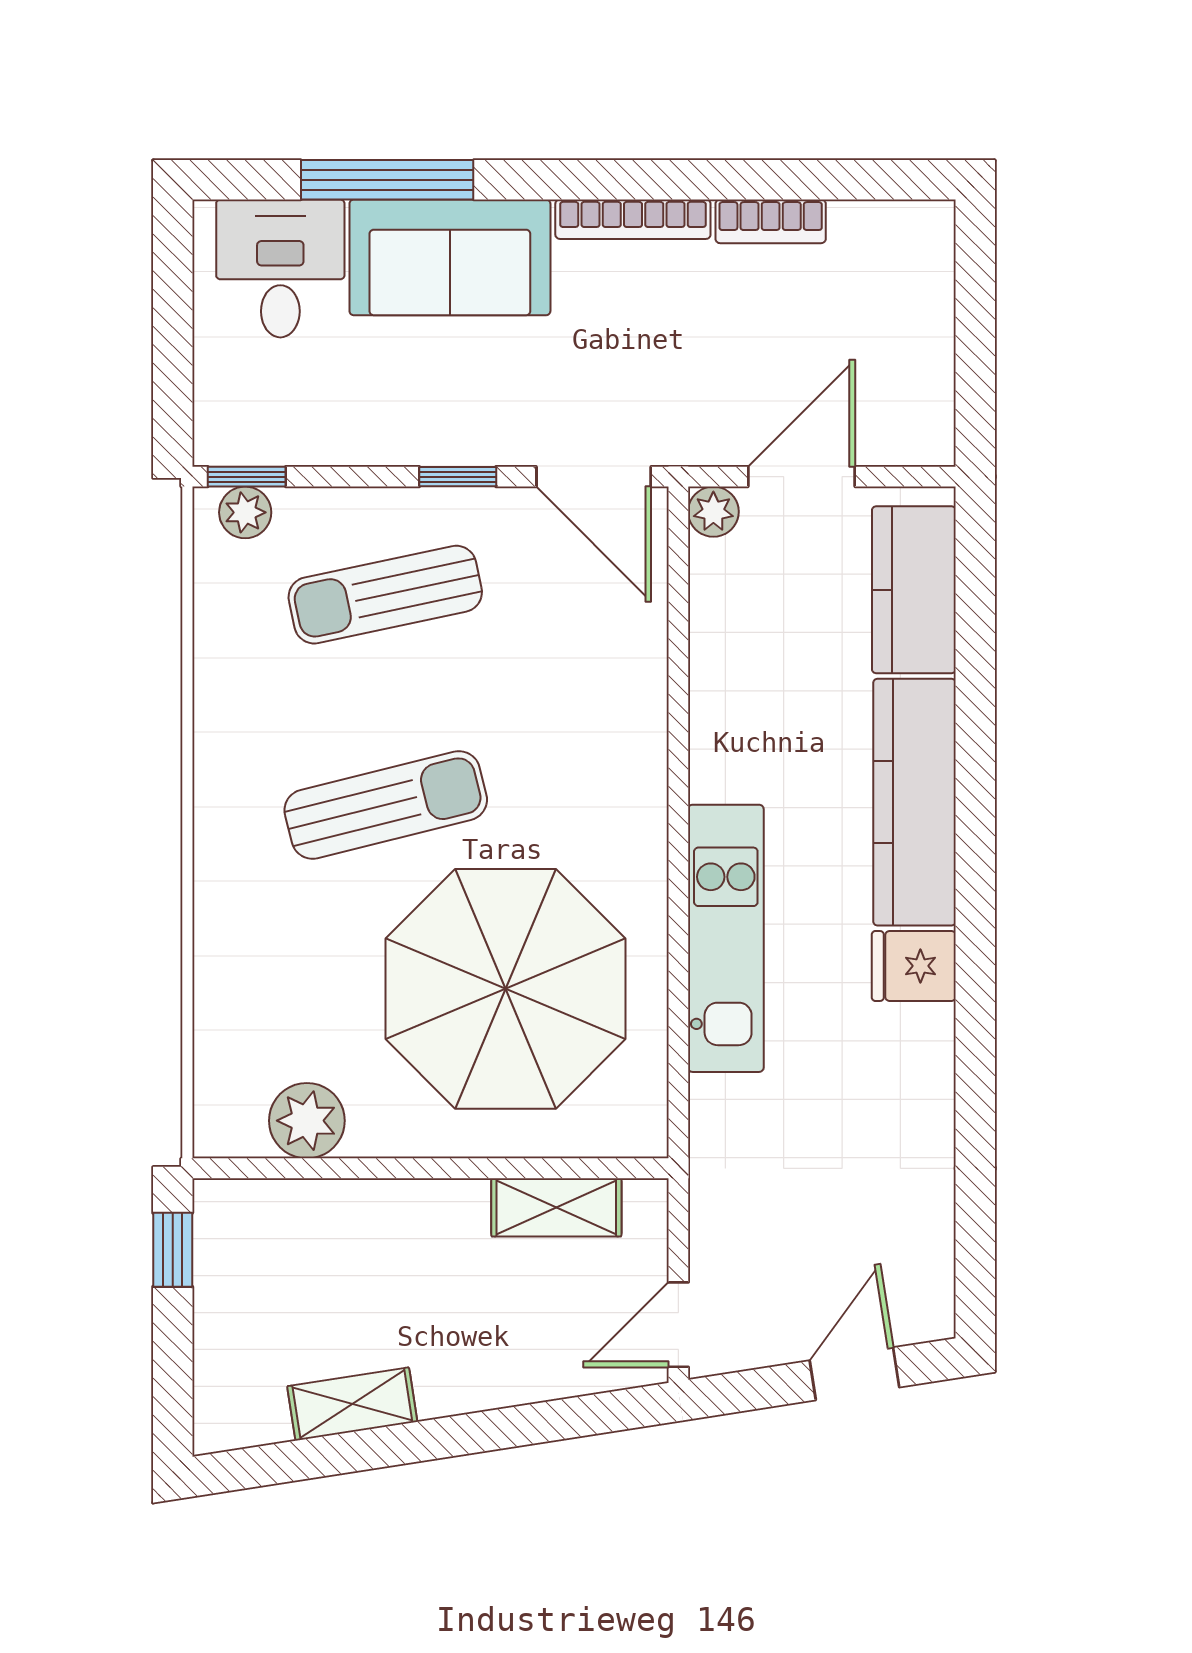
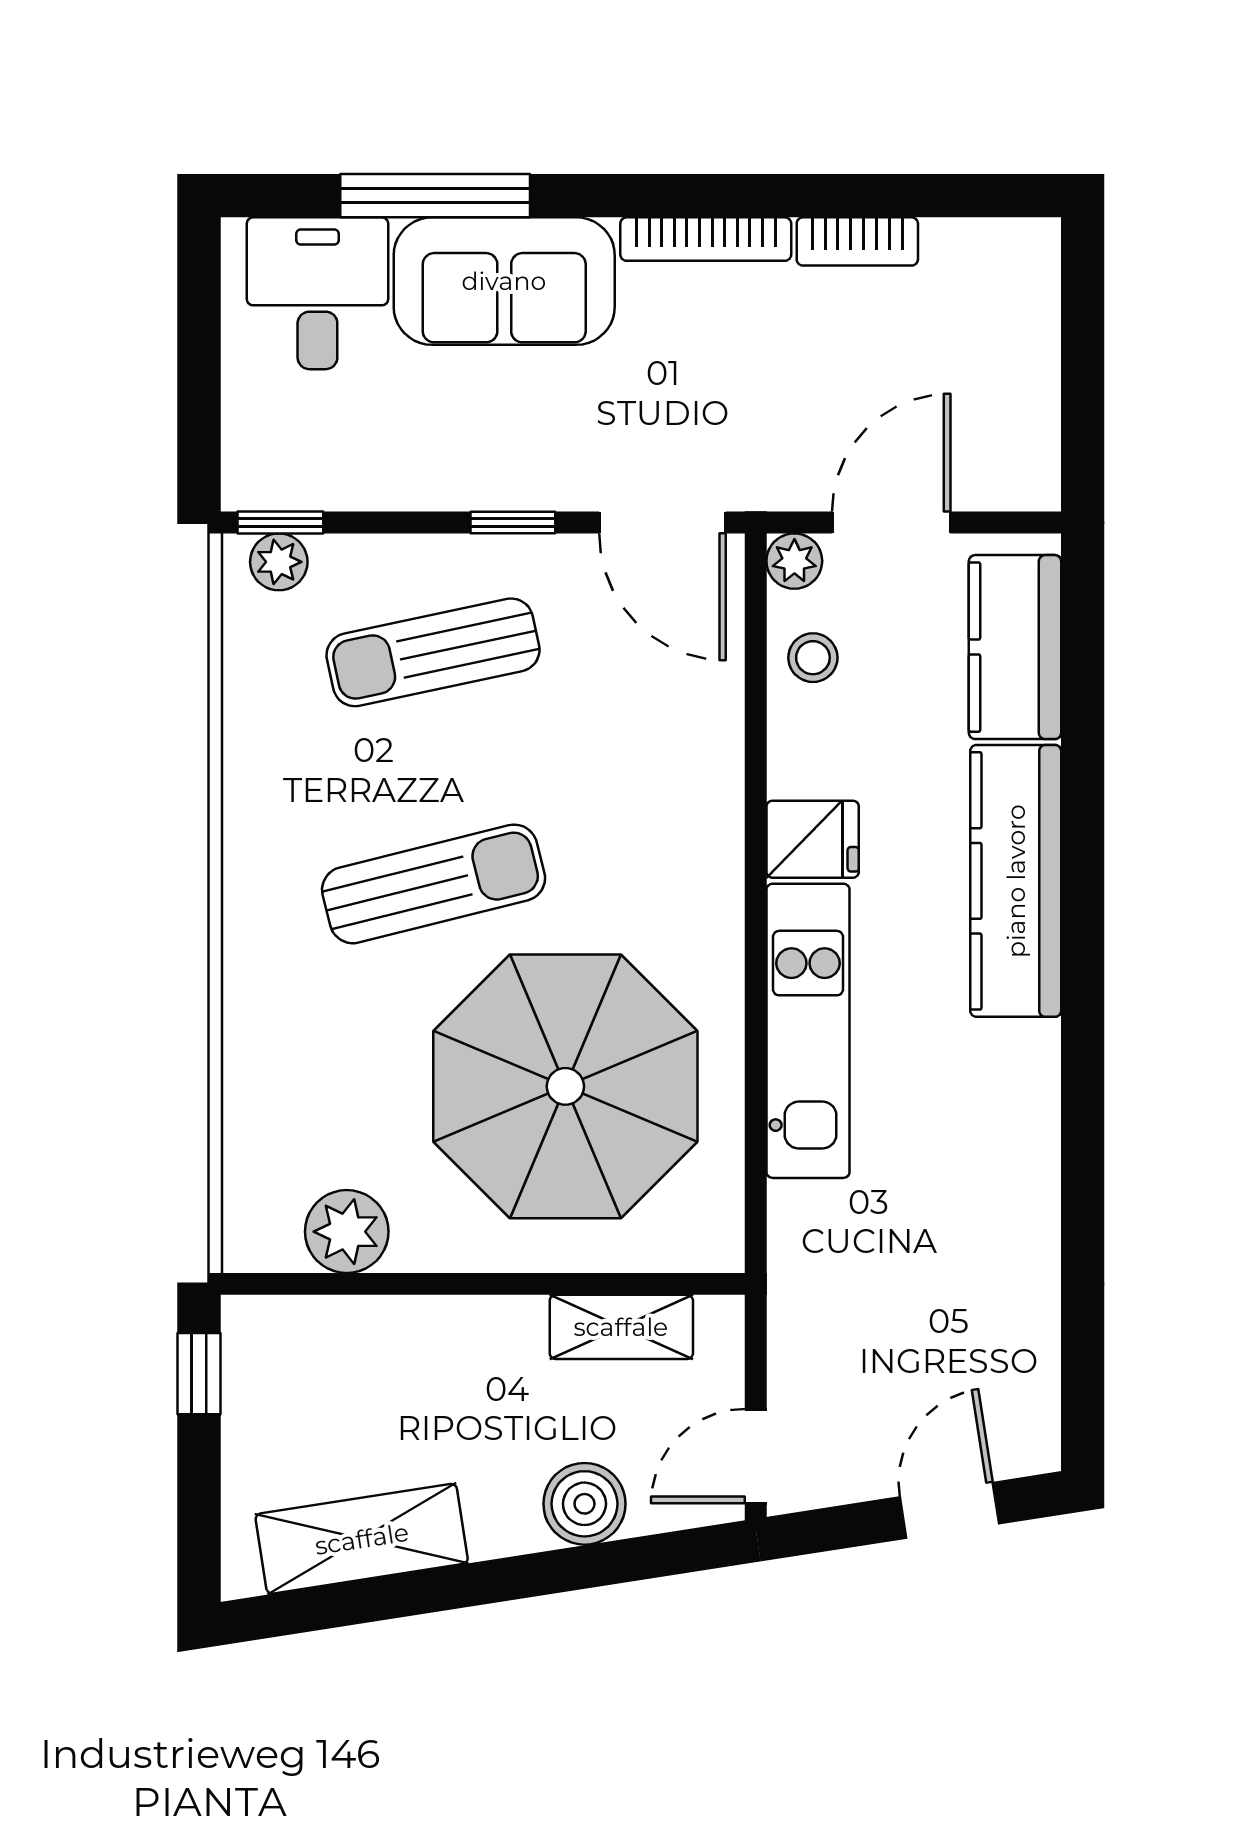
stool: (730, 599) -> (813, 658), added
fridge: (914, 966) -> (813, 839), moved, turned 180
boiler: (523, 1368) -> (584, 1504), added
shelving: (352, 1404) -> (362, 1539), width x1.50, depth x1.33

